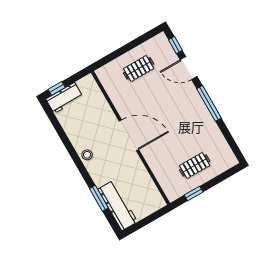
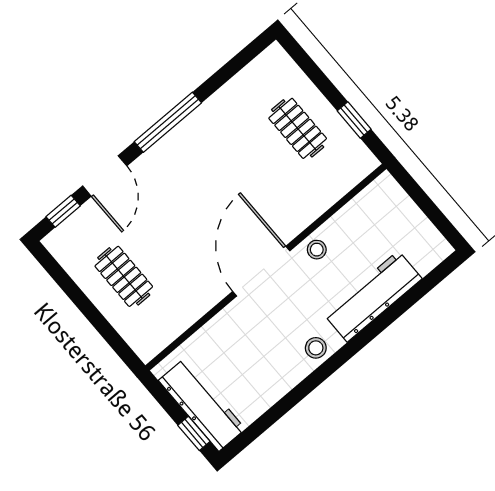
workbench: (64, 98) -> (202, 405), width x1.38
stool: (134, 164) -> (317, 250), added
window: (99, 198) -> (398, 308), removed
workbench: (118, 205) -> (373, 296), moved

